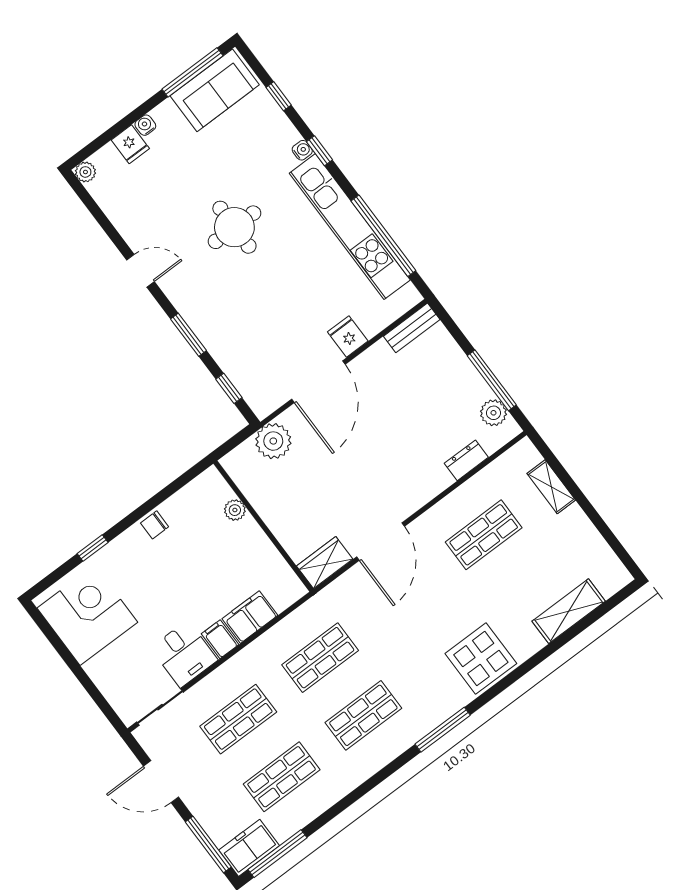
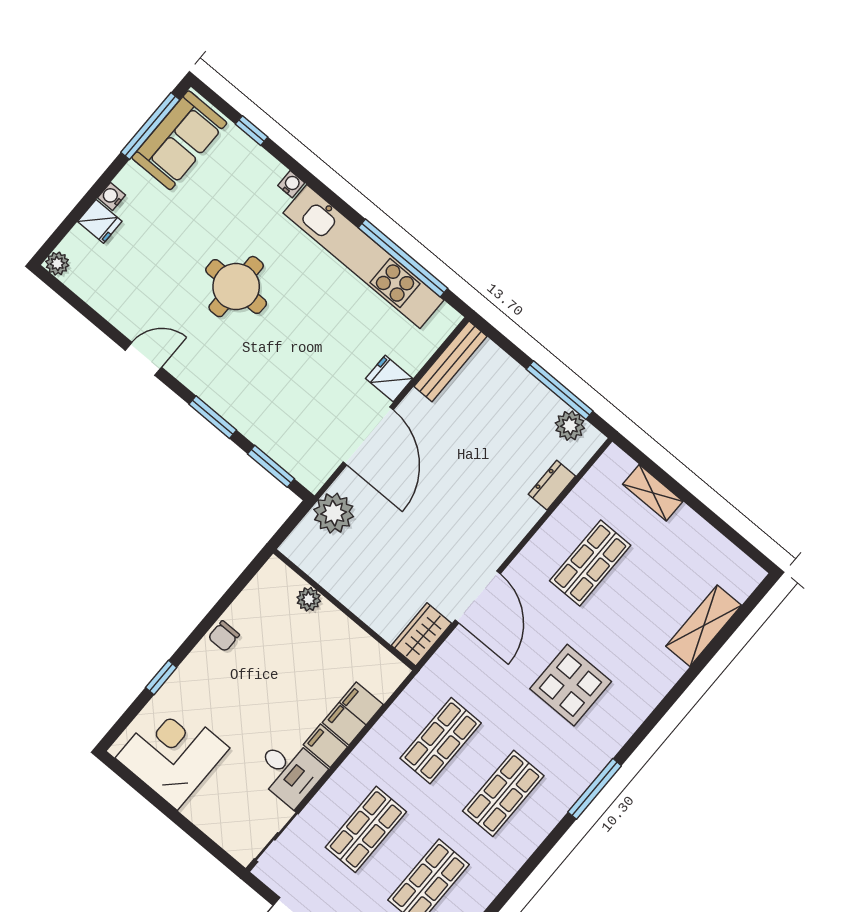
window: (320, 151) -> (311, 180), removed
bench: (412, 328) -> (450, 361), width x1.36
window: (229, 388) -> (271, 466), width x1.50
display table: (481, 658) -> (571, 685), moved

